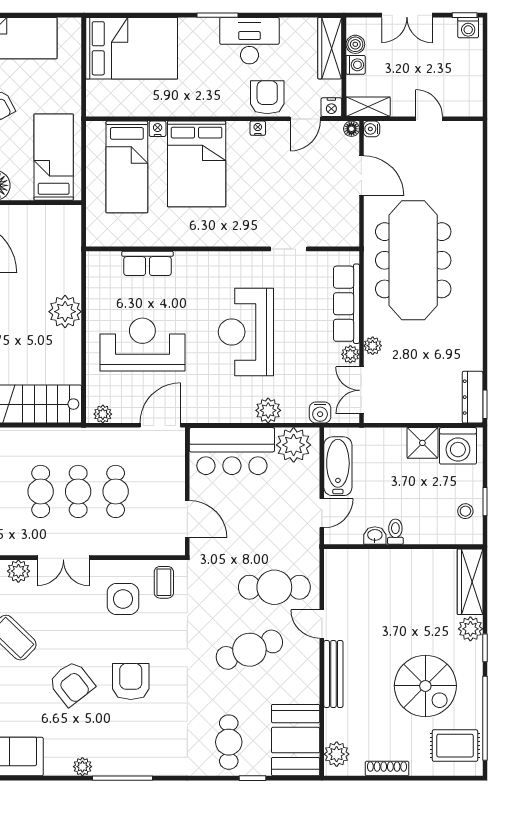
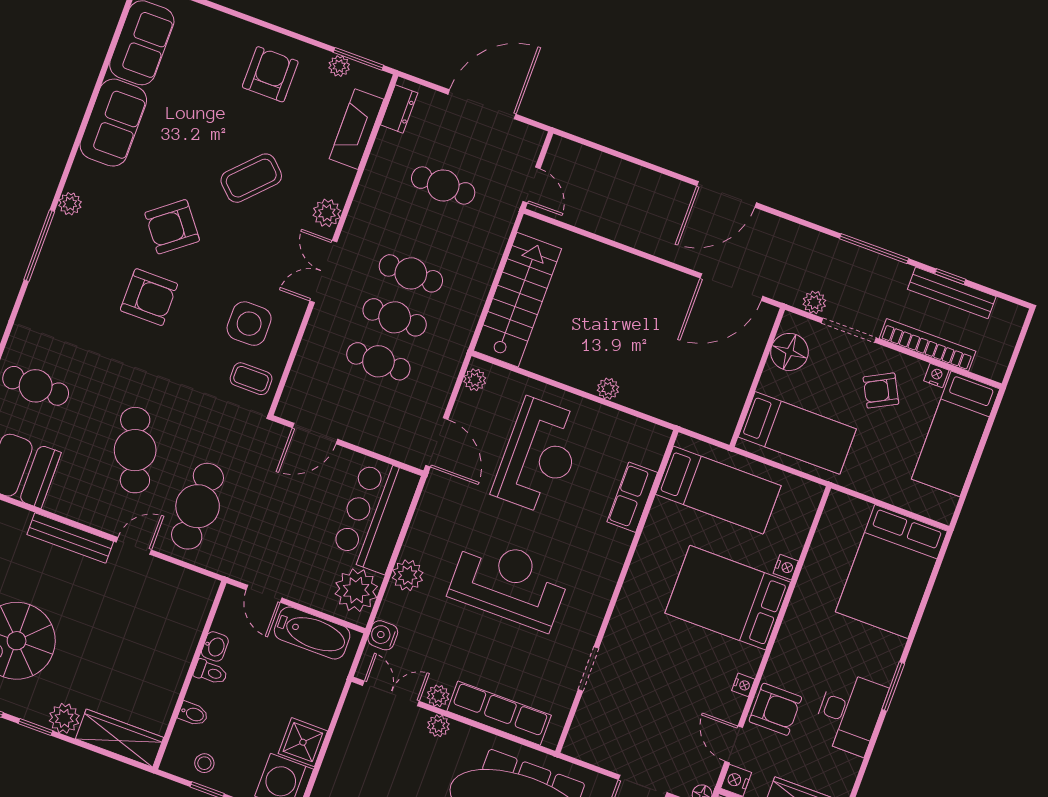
bed: (127, 167) -> (718, 490), moved, turned 180
plant: (65, 312) -> (608, 389), width x0.53, depth x0.53
bidet: (432, 533) -> (193, 714), added

